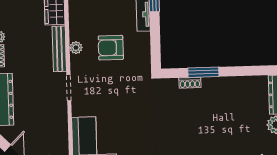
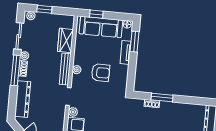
armchair: (111, 48) -> (101, 73), turned 180
plant: (78, 109) -> (73, 112), added

